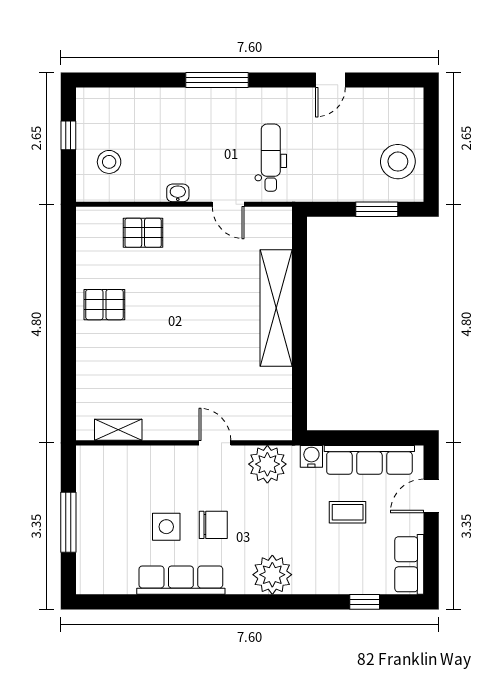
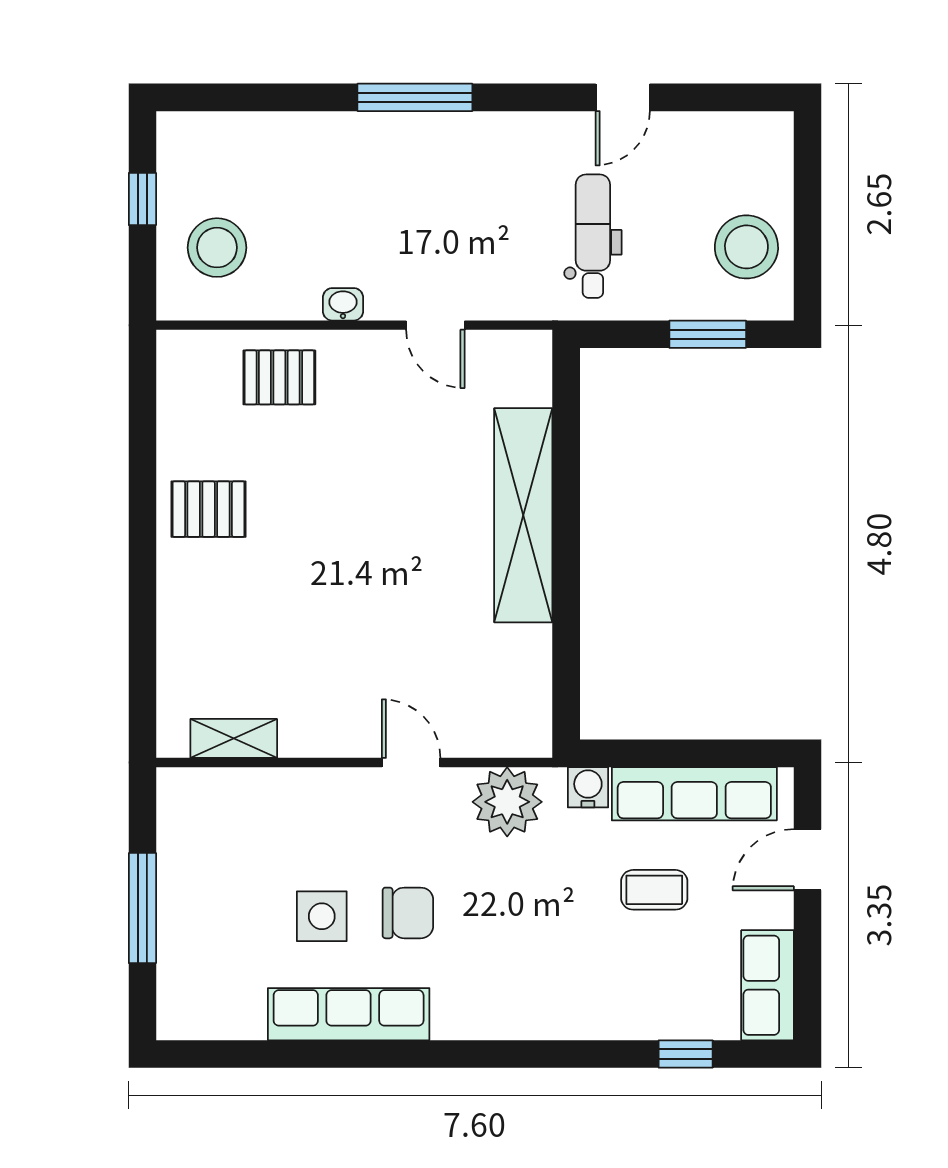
dental chair: (271, 158) -> (593, 236), moved
stool: (109, 162) -> (217, 248), width x1.38, depth x1.38
plant: (272, 575) -> (516, 1004), removed

